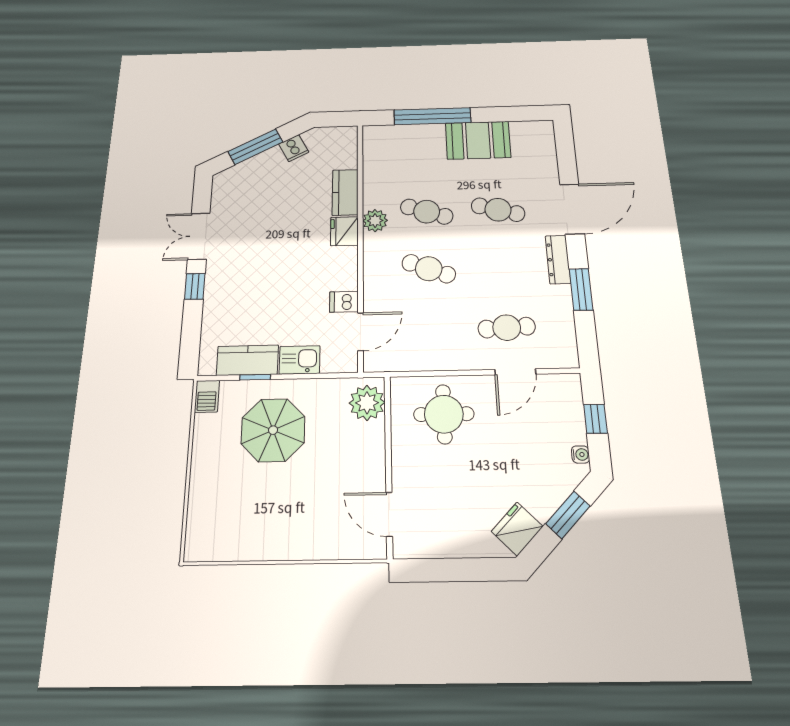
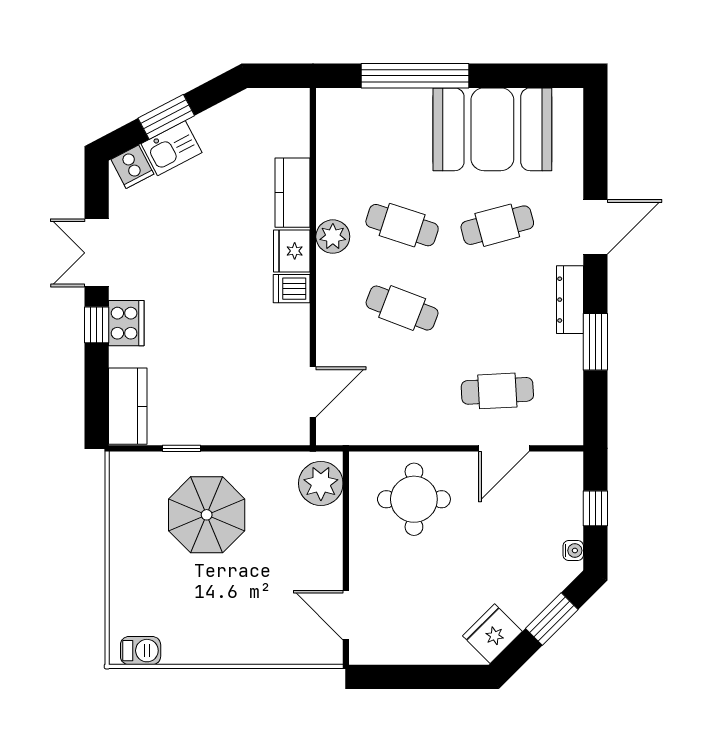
booth: (478, 140) -> (492, 129), width x1.36, depth x1.42
window: (255, 147) -> (166, 117), width x0.69
cooker: (294, 148) -> (132, 167), moved
door: (572, 209) -> (595, 227), width x0.73
cafe table: (498, 210) -> (497, 225), turned -30
cooker: (217, 285) -> (126, 323), added
dishwasher: (344, 302) -> (292, 289), moved
kitchen counter: (247, 360) -> (128, 406), moved, turned 90
kitchen sink: (300, 360) -> (171, 148), moved, turned 152
barbecue: (207, 396) -> (141, 651), moved, turned -90

